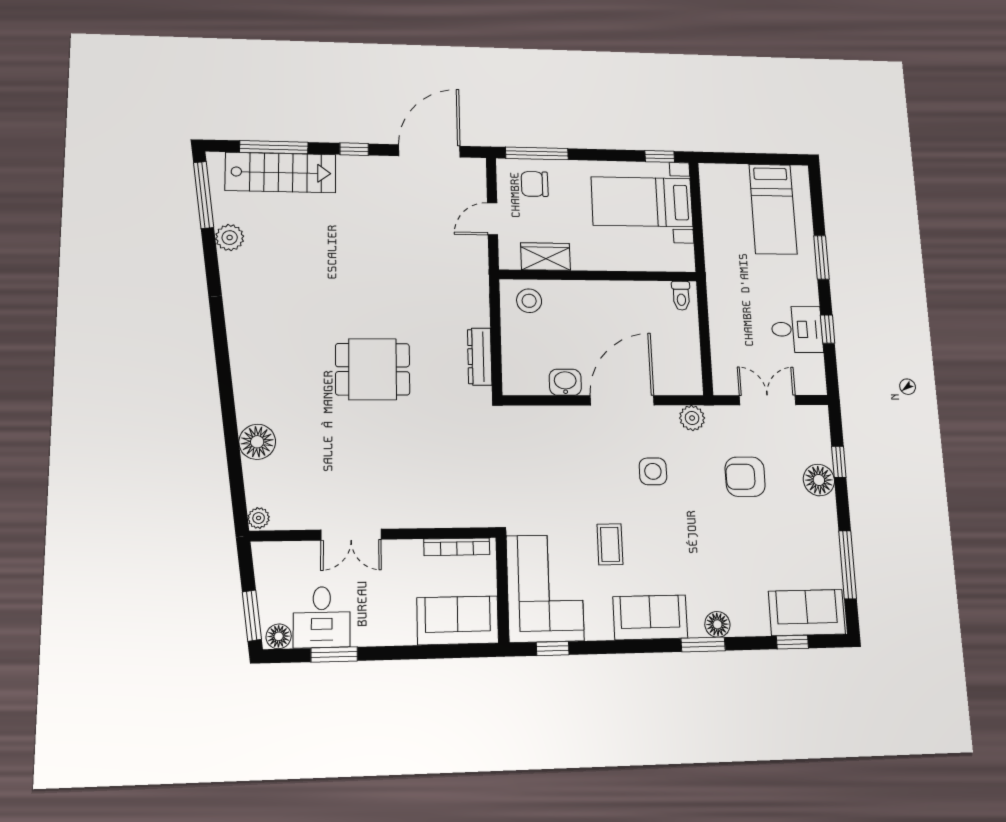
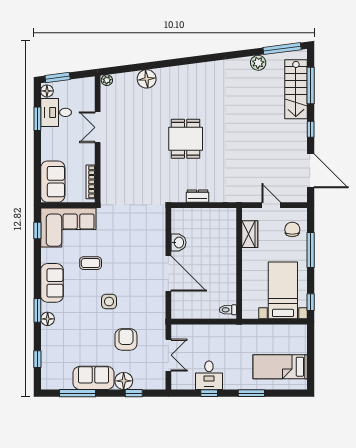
window: (537, 153) -> (311, 250), moved
stool: (529, 301) -> (224, 224), removed
dresser: (480, 357) -> (197, 196), width x0.70
plant: (692, 418) -> (159, 312), removed
side table: (653, 471) -> (109, 302), moved
sofa: (807, 613) -> (94, 378), moved, turned -90

